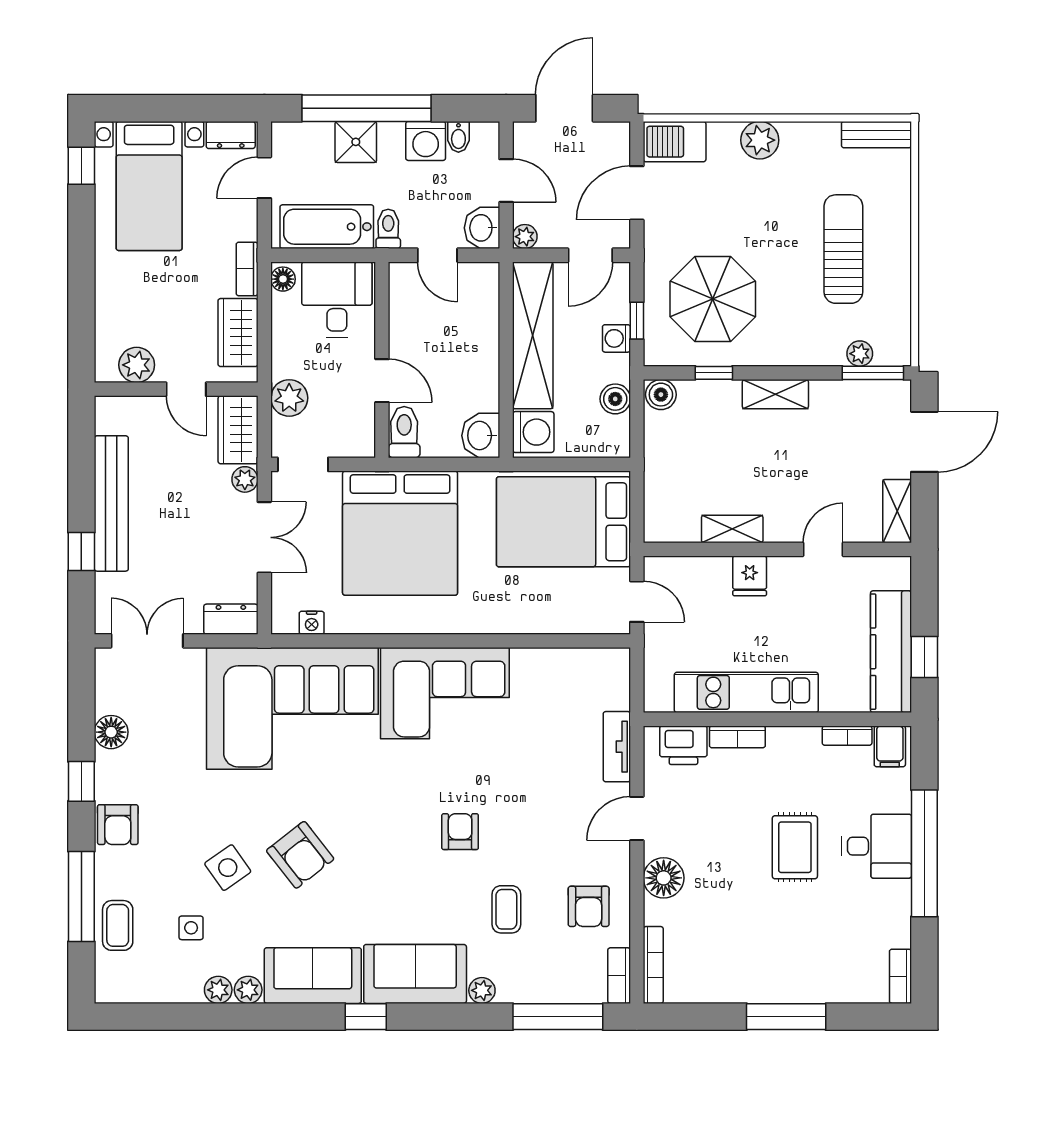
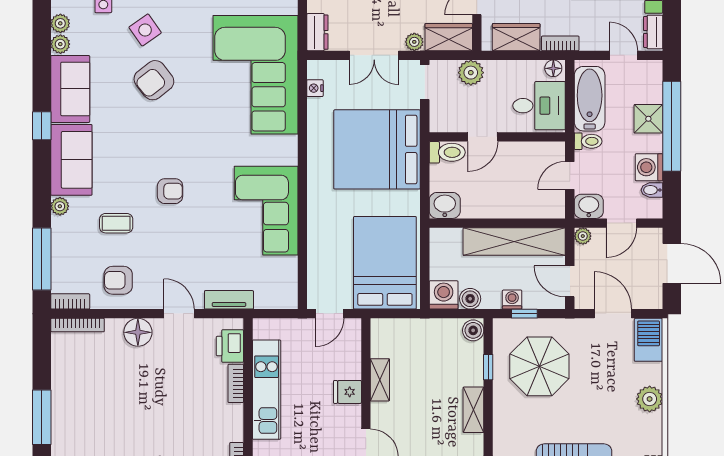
washing machine: (533, 432) -> (444, 295), moved, turned 180
corner sofa: (445, 693) -> (266, 211), moved
rug: (795, 847) -> (159, 423), removed

